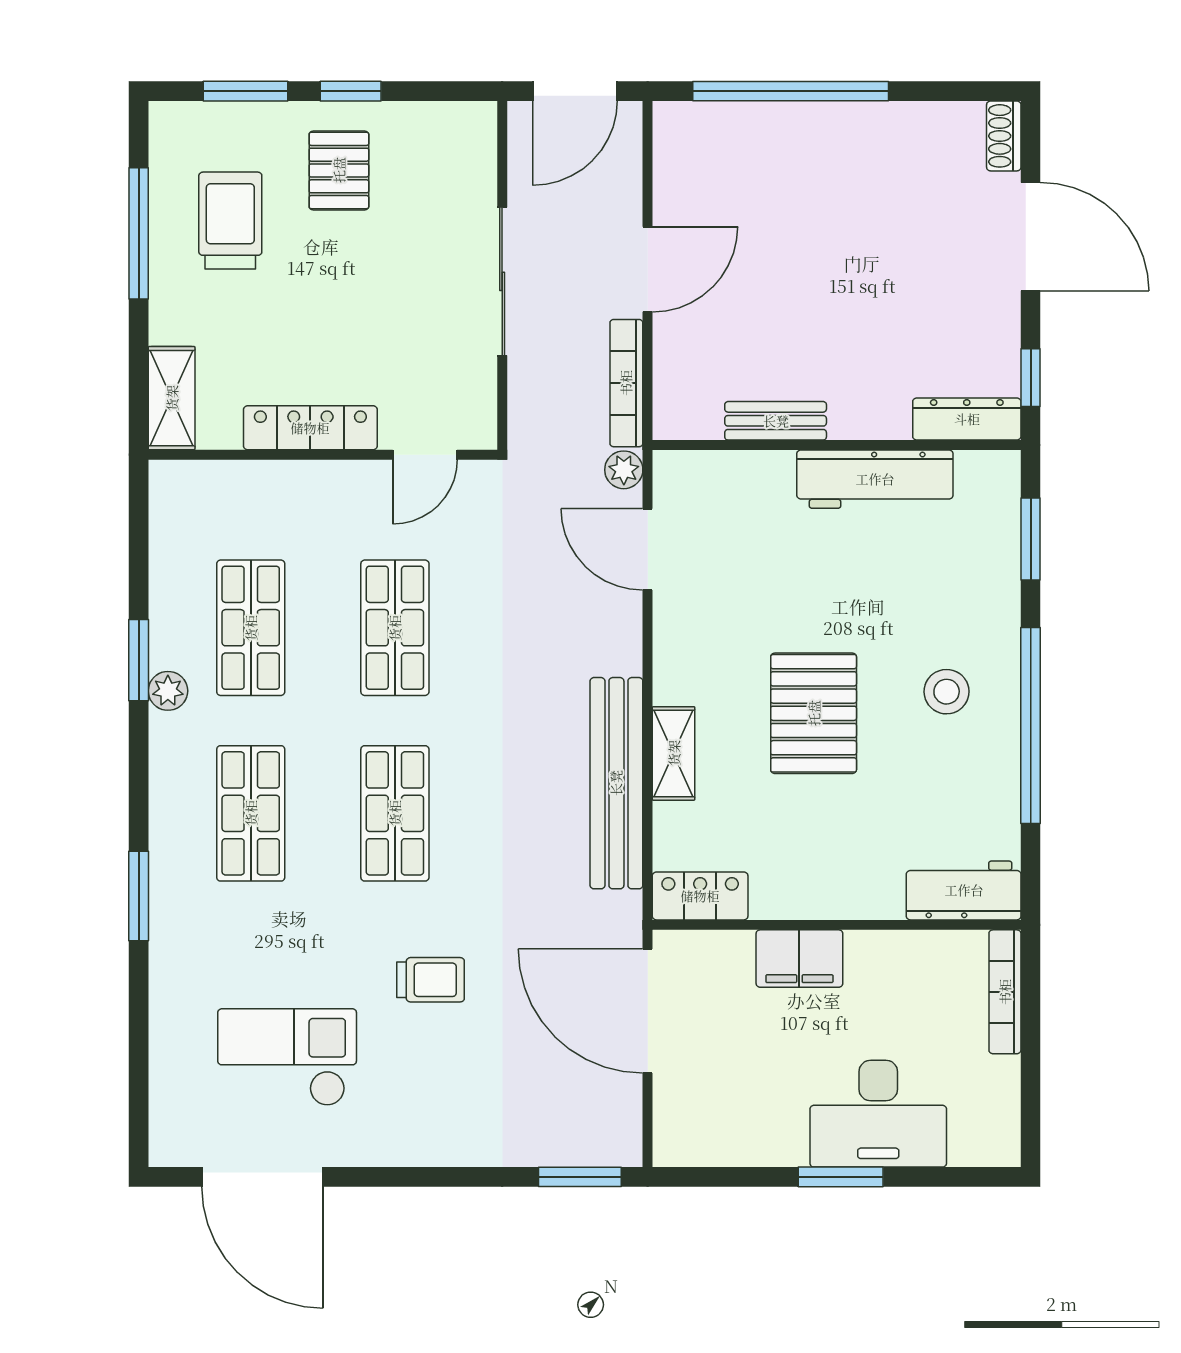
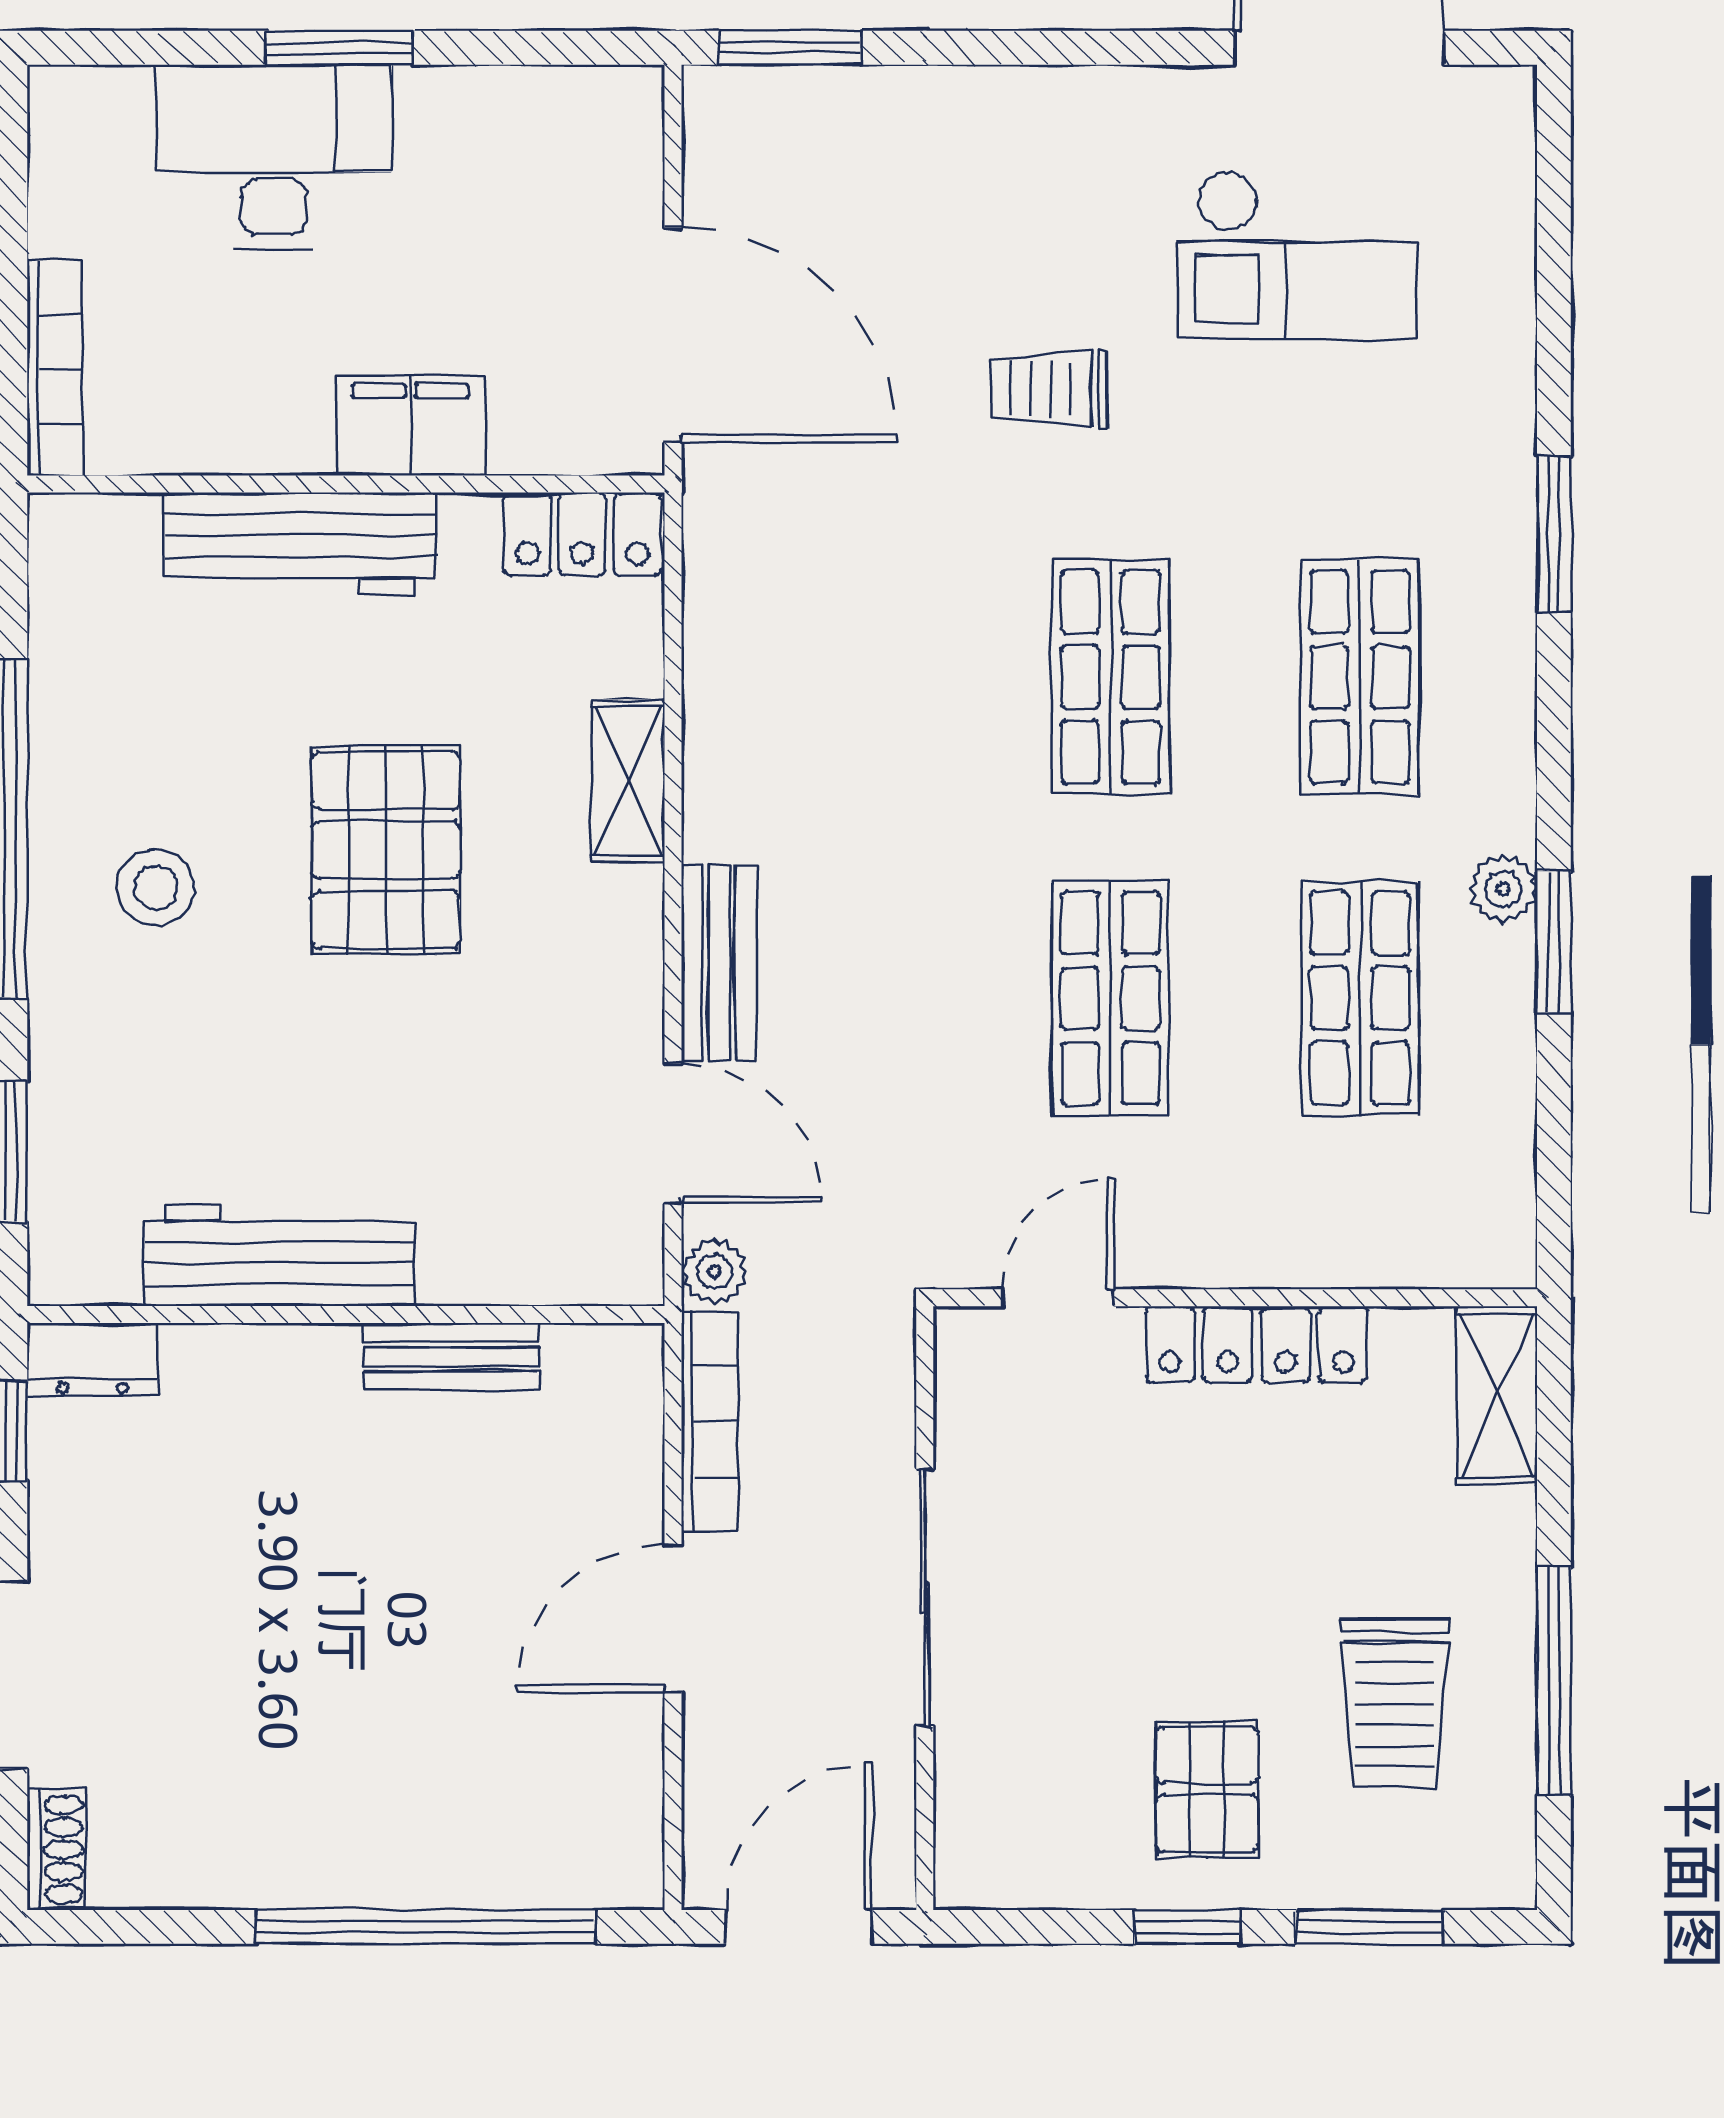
dresser: (967, 419) -> (92, 1359), width x0.70
bench: (616, 783) -> (719, 963), moved, width x0.54, depth x0.82
workbench: (964, 890) -> (301, 544), moved, width x1.38

